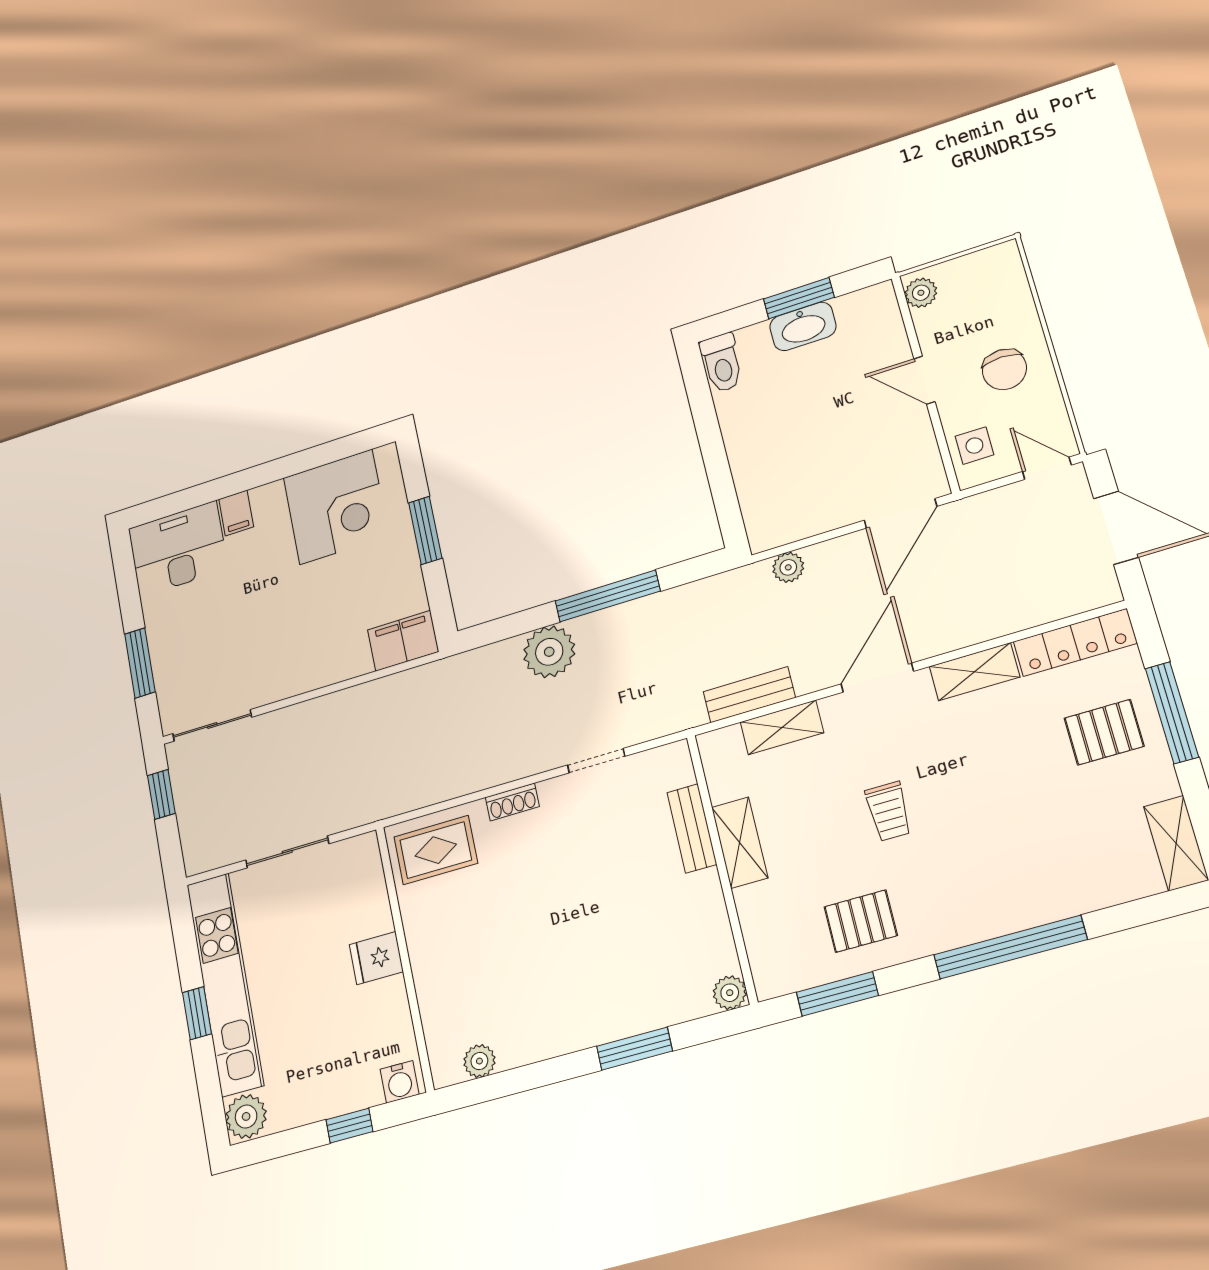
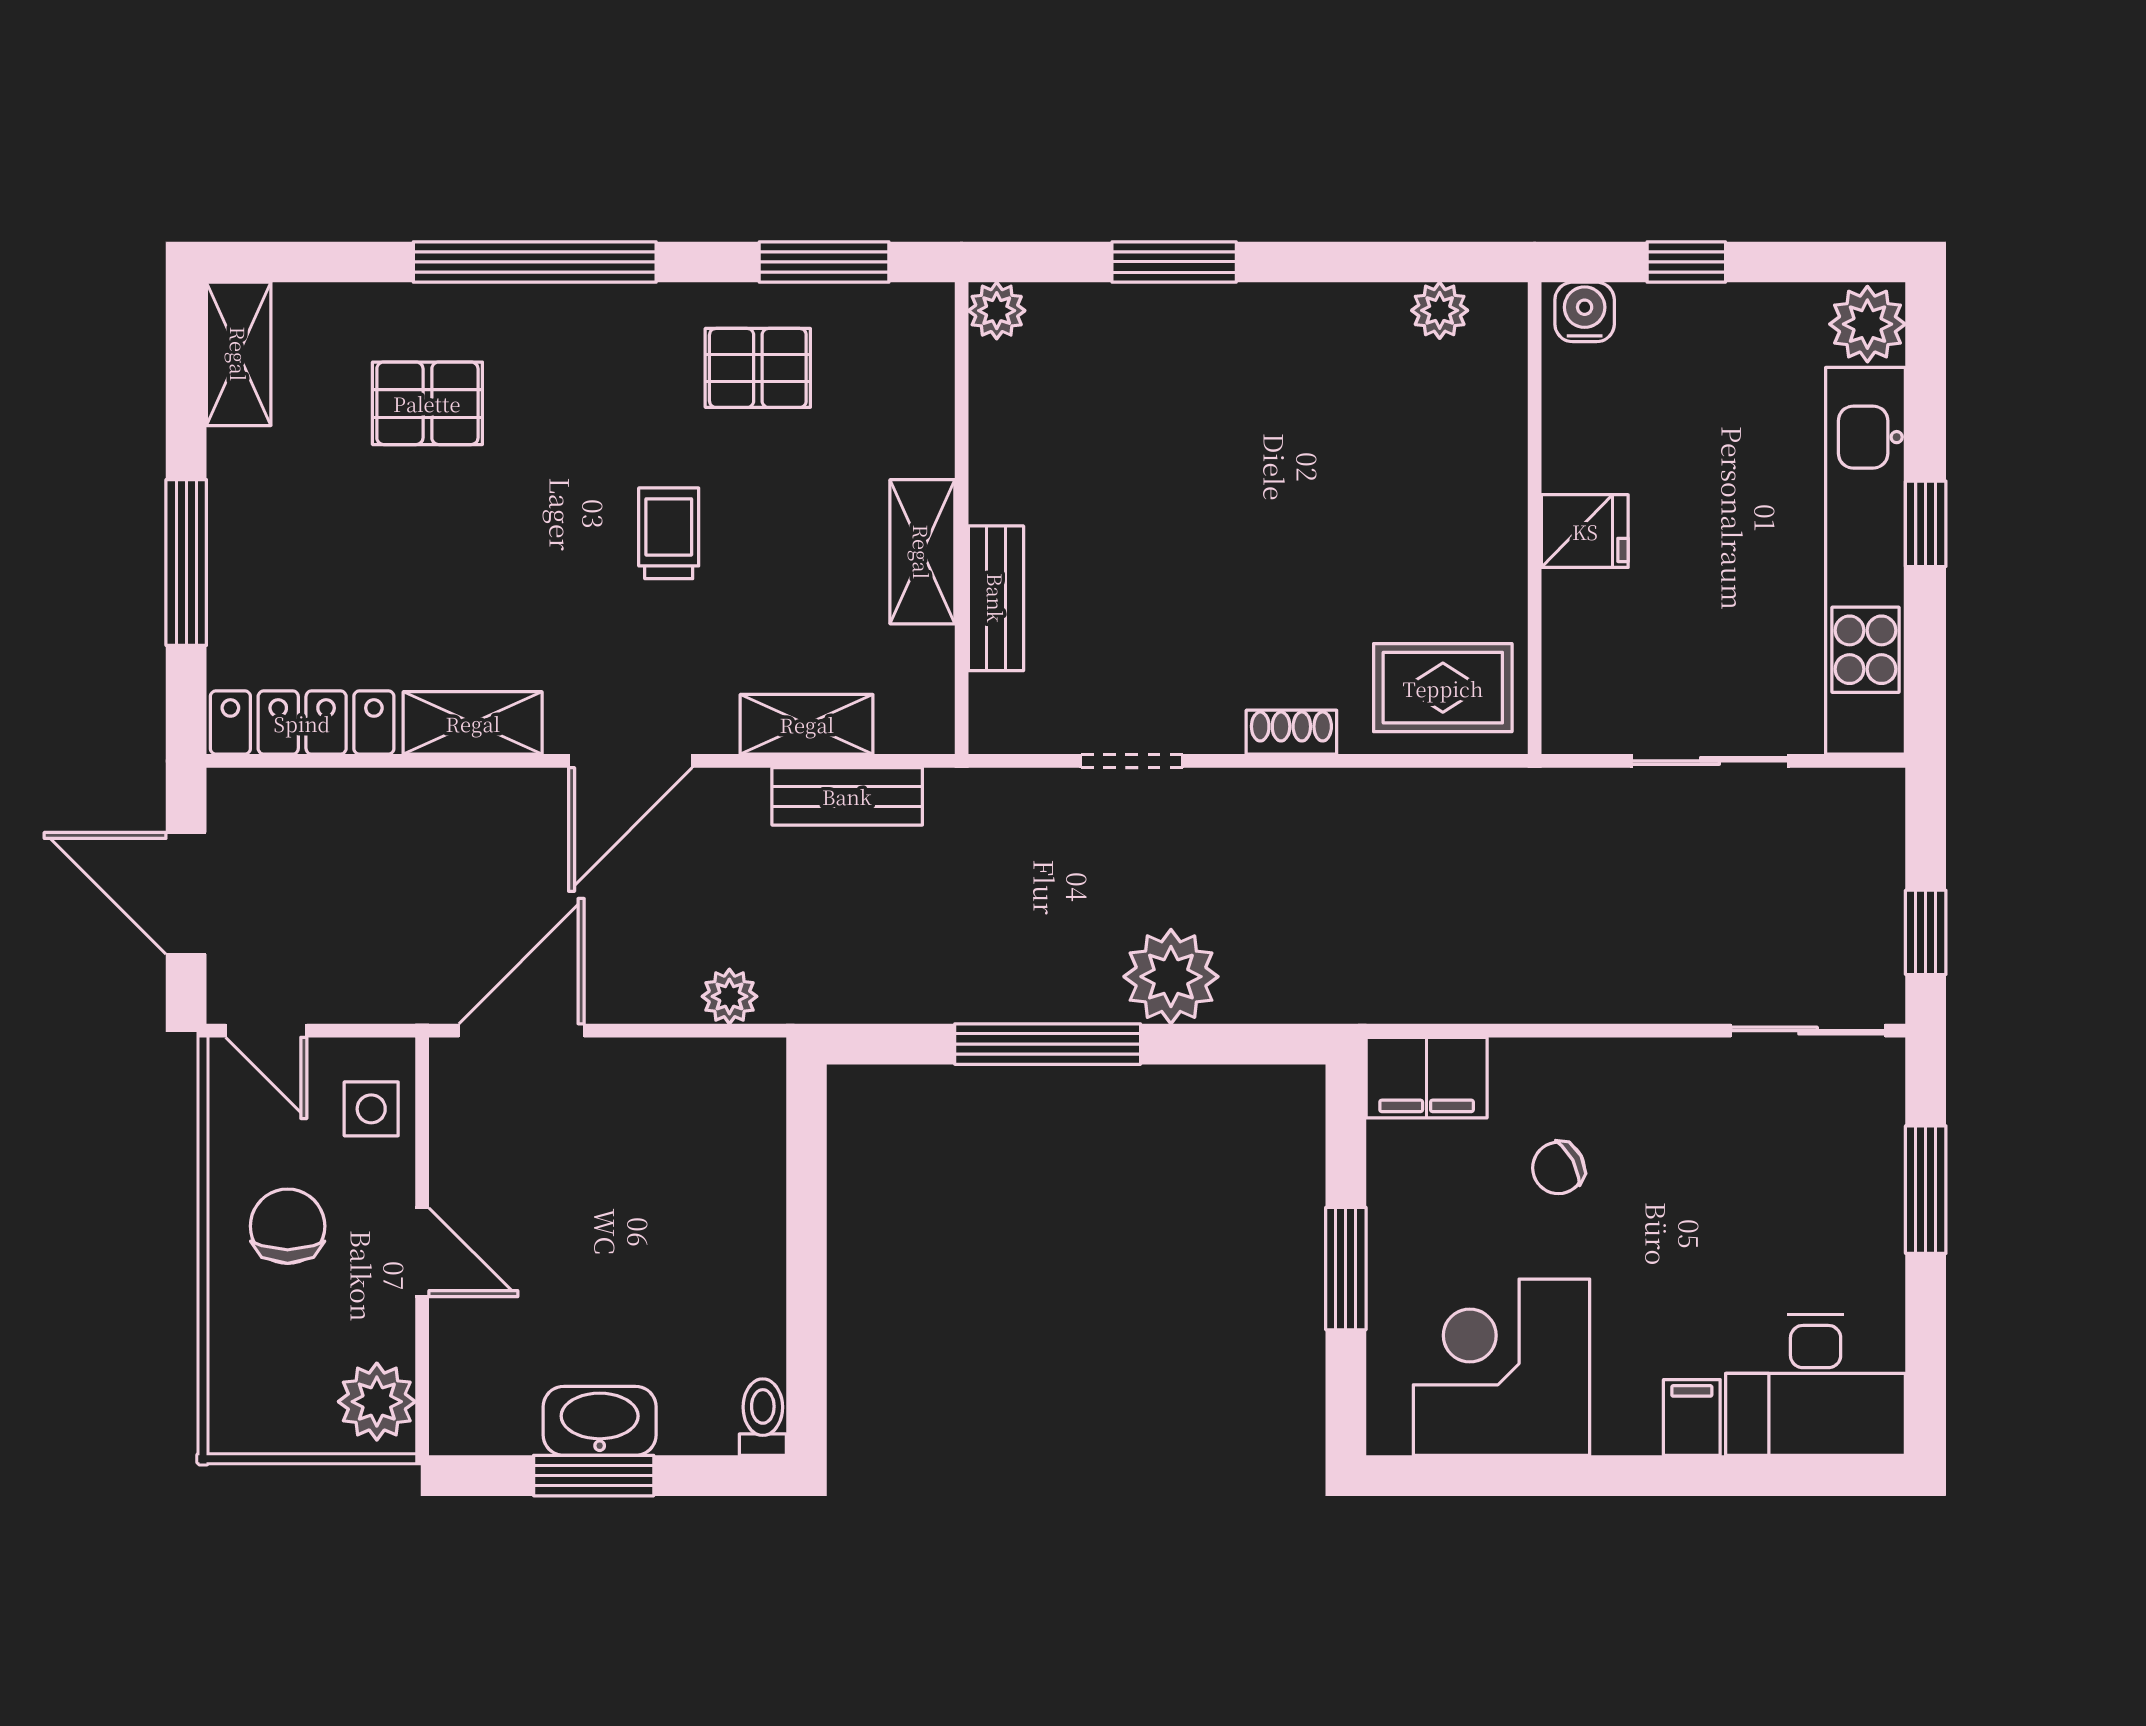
plant: (921, 293) -> (377, 1402), width x1.38, depth x1.38
toilet: (722, 363) -> (763, 1417), width x0.73, depth x0.72
chair: (326, 616) -> (1558, 1168), added
pallet: (1104, 732) -> (427, 403), moved

